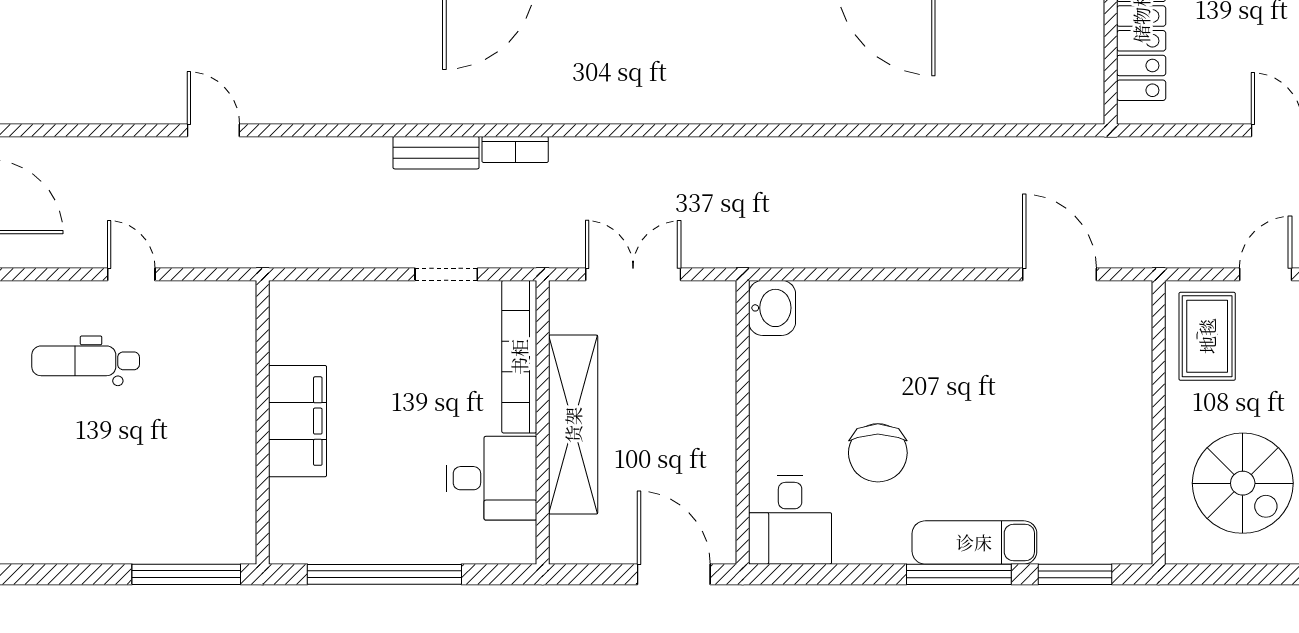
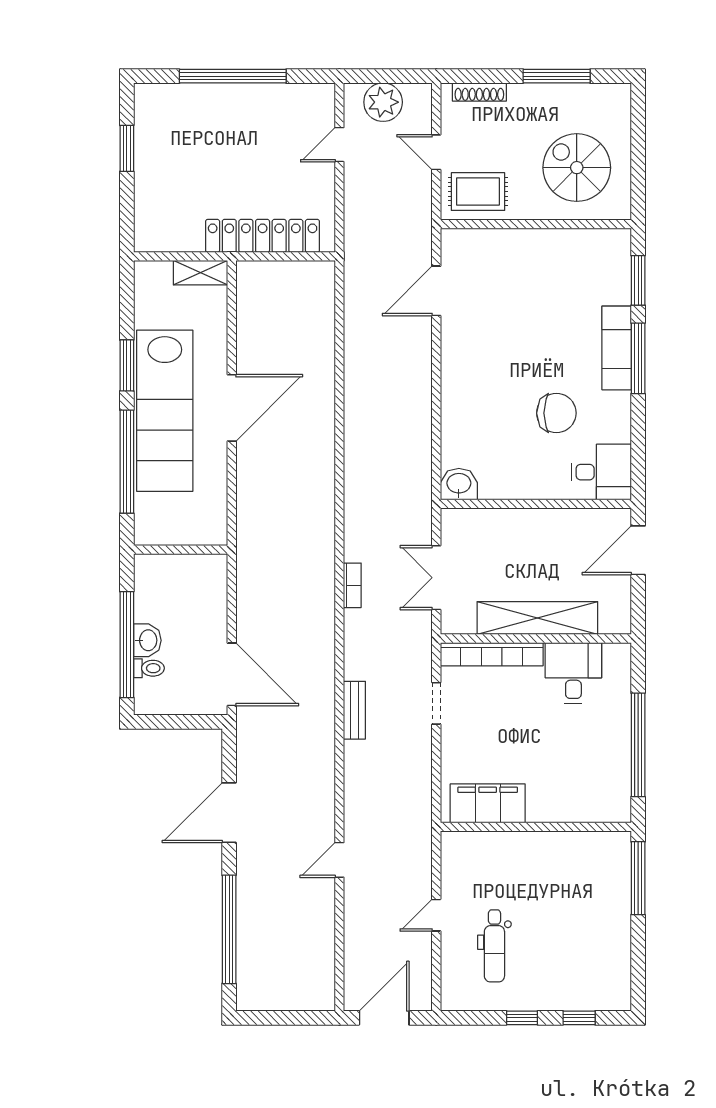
bookcase: (515, 149) -> (352, 585), moved
filing cabinet: (298, 421) -> (488, 803), moved
spiral stairs: (1243, 483) -> (577, 168), turned -90

